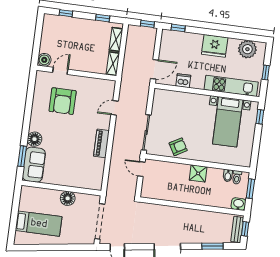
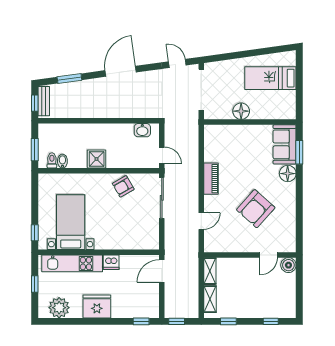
dishwasher: (183, 81) -> (111, 262), moved
armchair: (63, 101) -> (256, 209), moved, turned -138
washbasin: (238, 204) -> (142, 130), moved

